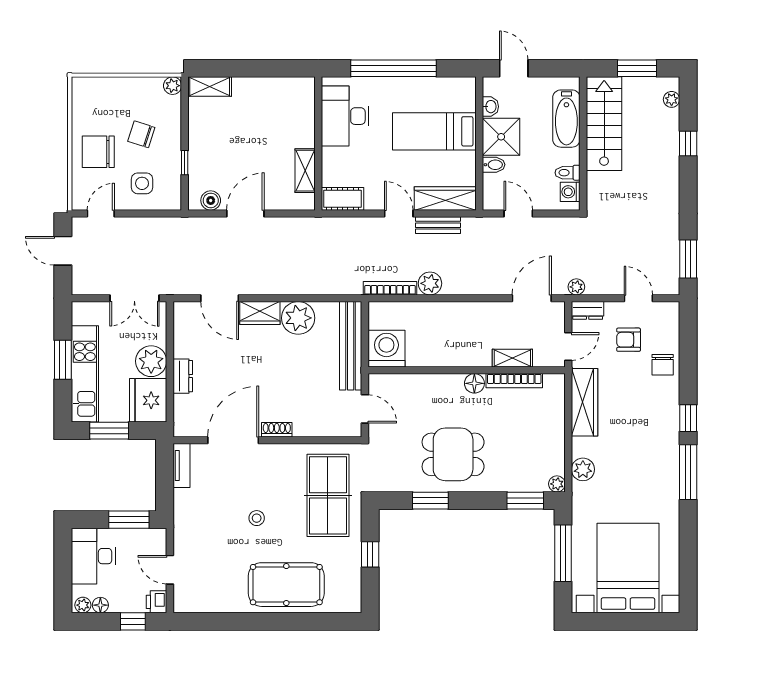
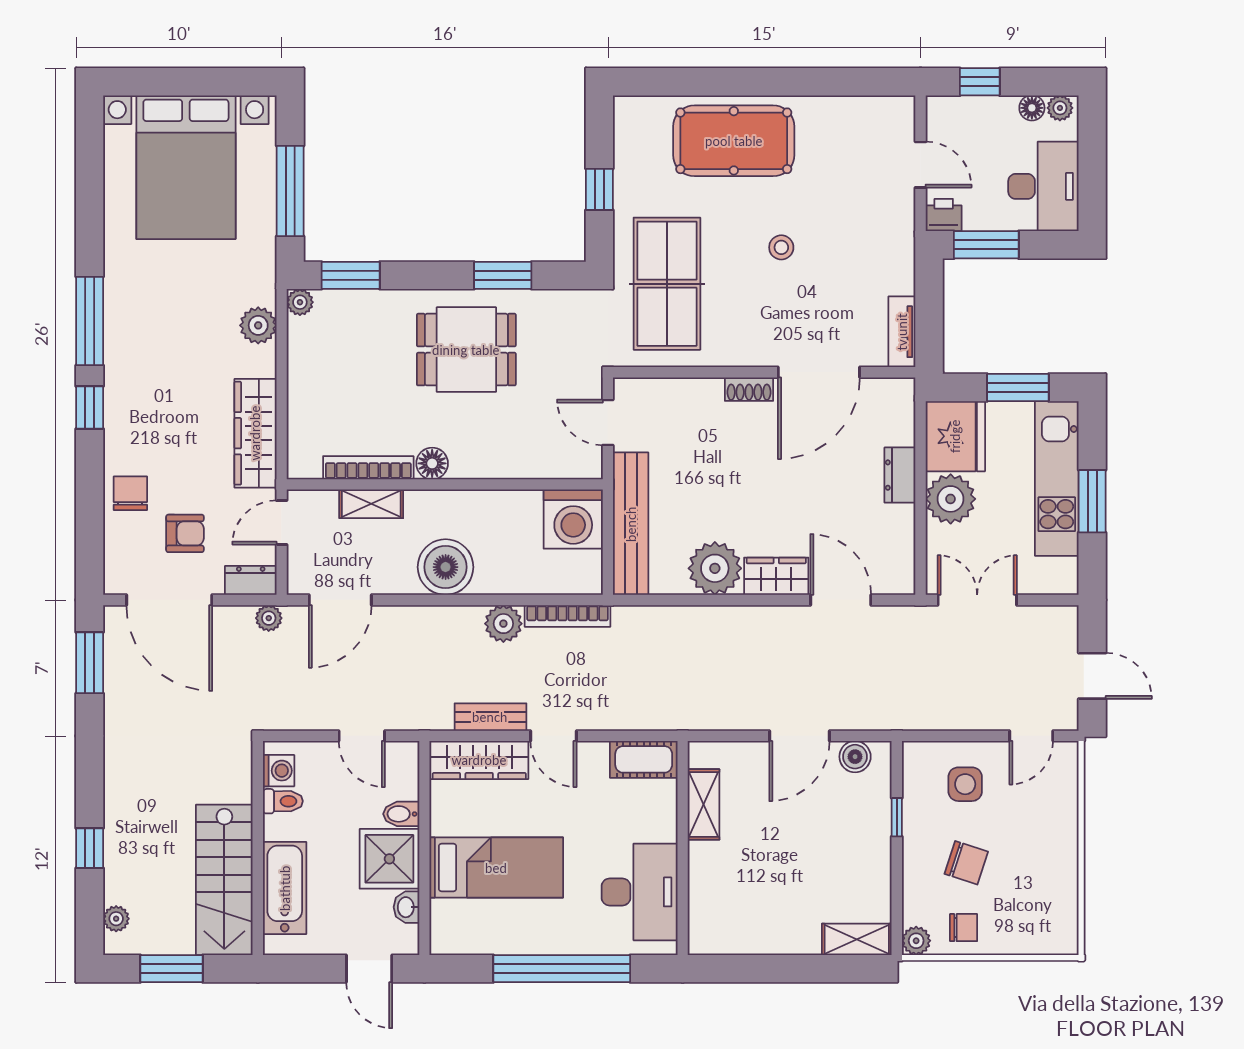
chair: (98, 152) -> (964, 928), moved, width x0.54, depth x0.54
door: (638, 298) -> (169, 600), width x1.88
boiler: (466, 319) -> (446, 567), added
printer: (157, 602) -> (944, 215), moved, turned -90

